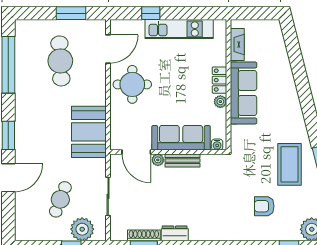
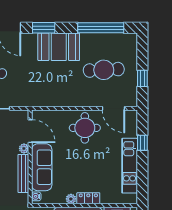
window: (71, 13) -> (142, 78), width x0.67
booth: (89, 132) -> (59, 47), moved
door: (136, 152) -> (30, 131), swing flipped
bench: (182, 161) -> (23, 173), width x1.36

